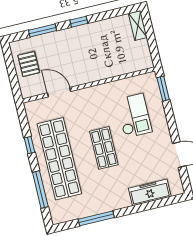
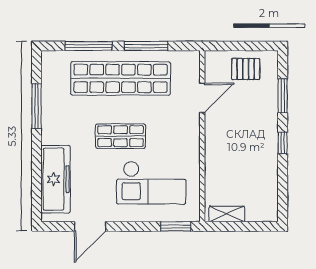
shelving: (138, 26) -> (227, 214), moved
checkout: (134, 116) -> (151, 183), width x1.36, depth x1.21
window: (30, 145) -> (146, 46), width x2.17
freezer: (150, 192) -> (56, 179), width x1.36, depth x1.26

